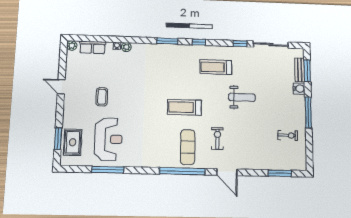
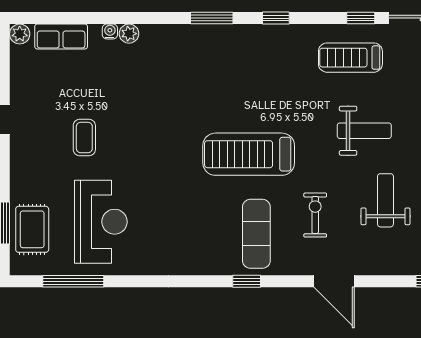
treadmill: (216, 67) -> (350, 58), moved
treadmill: (184, 107) -> (249, 154), width x1.37, depth x1.38
weight bench: (253, 132) -> (385, 200), added
window: (108, 170) -> (73, 281), moved
window: (182, 171) -> (247, 281), width x0.32

